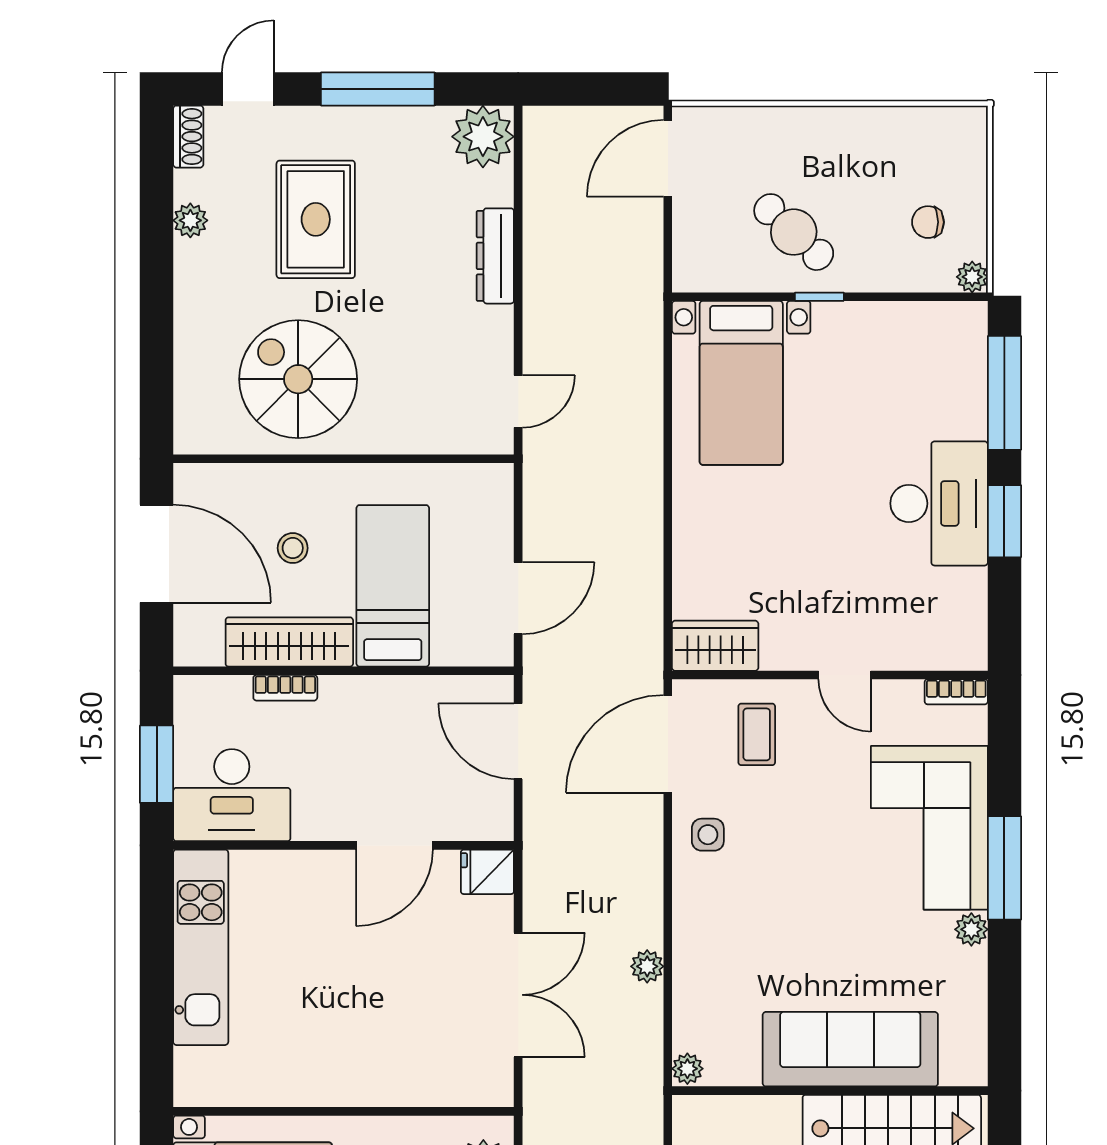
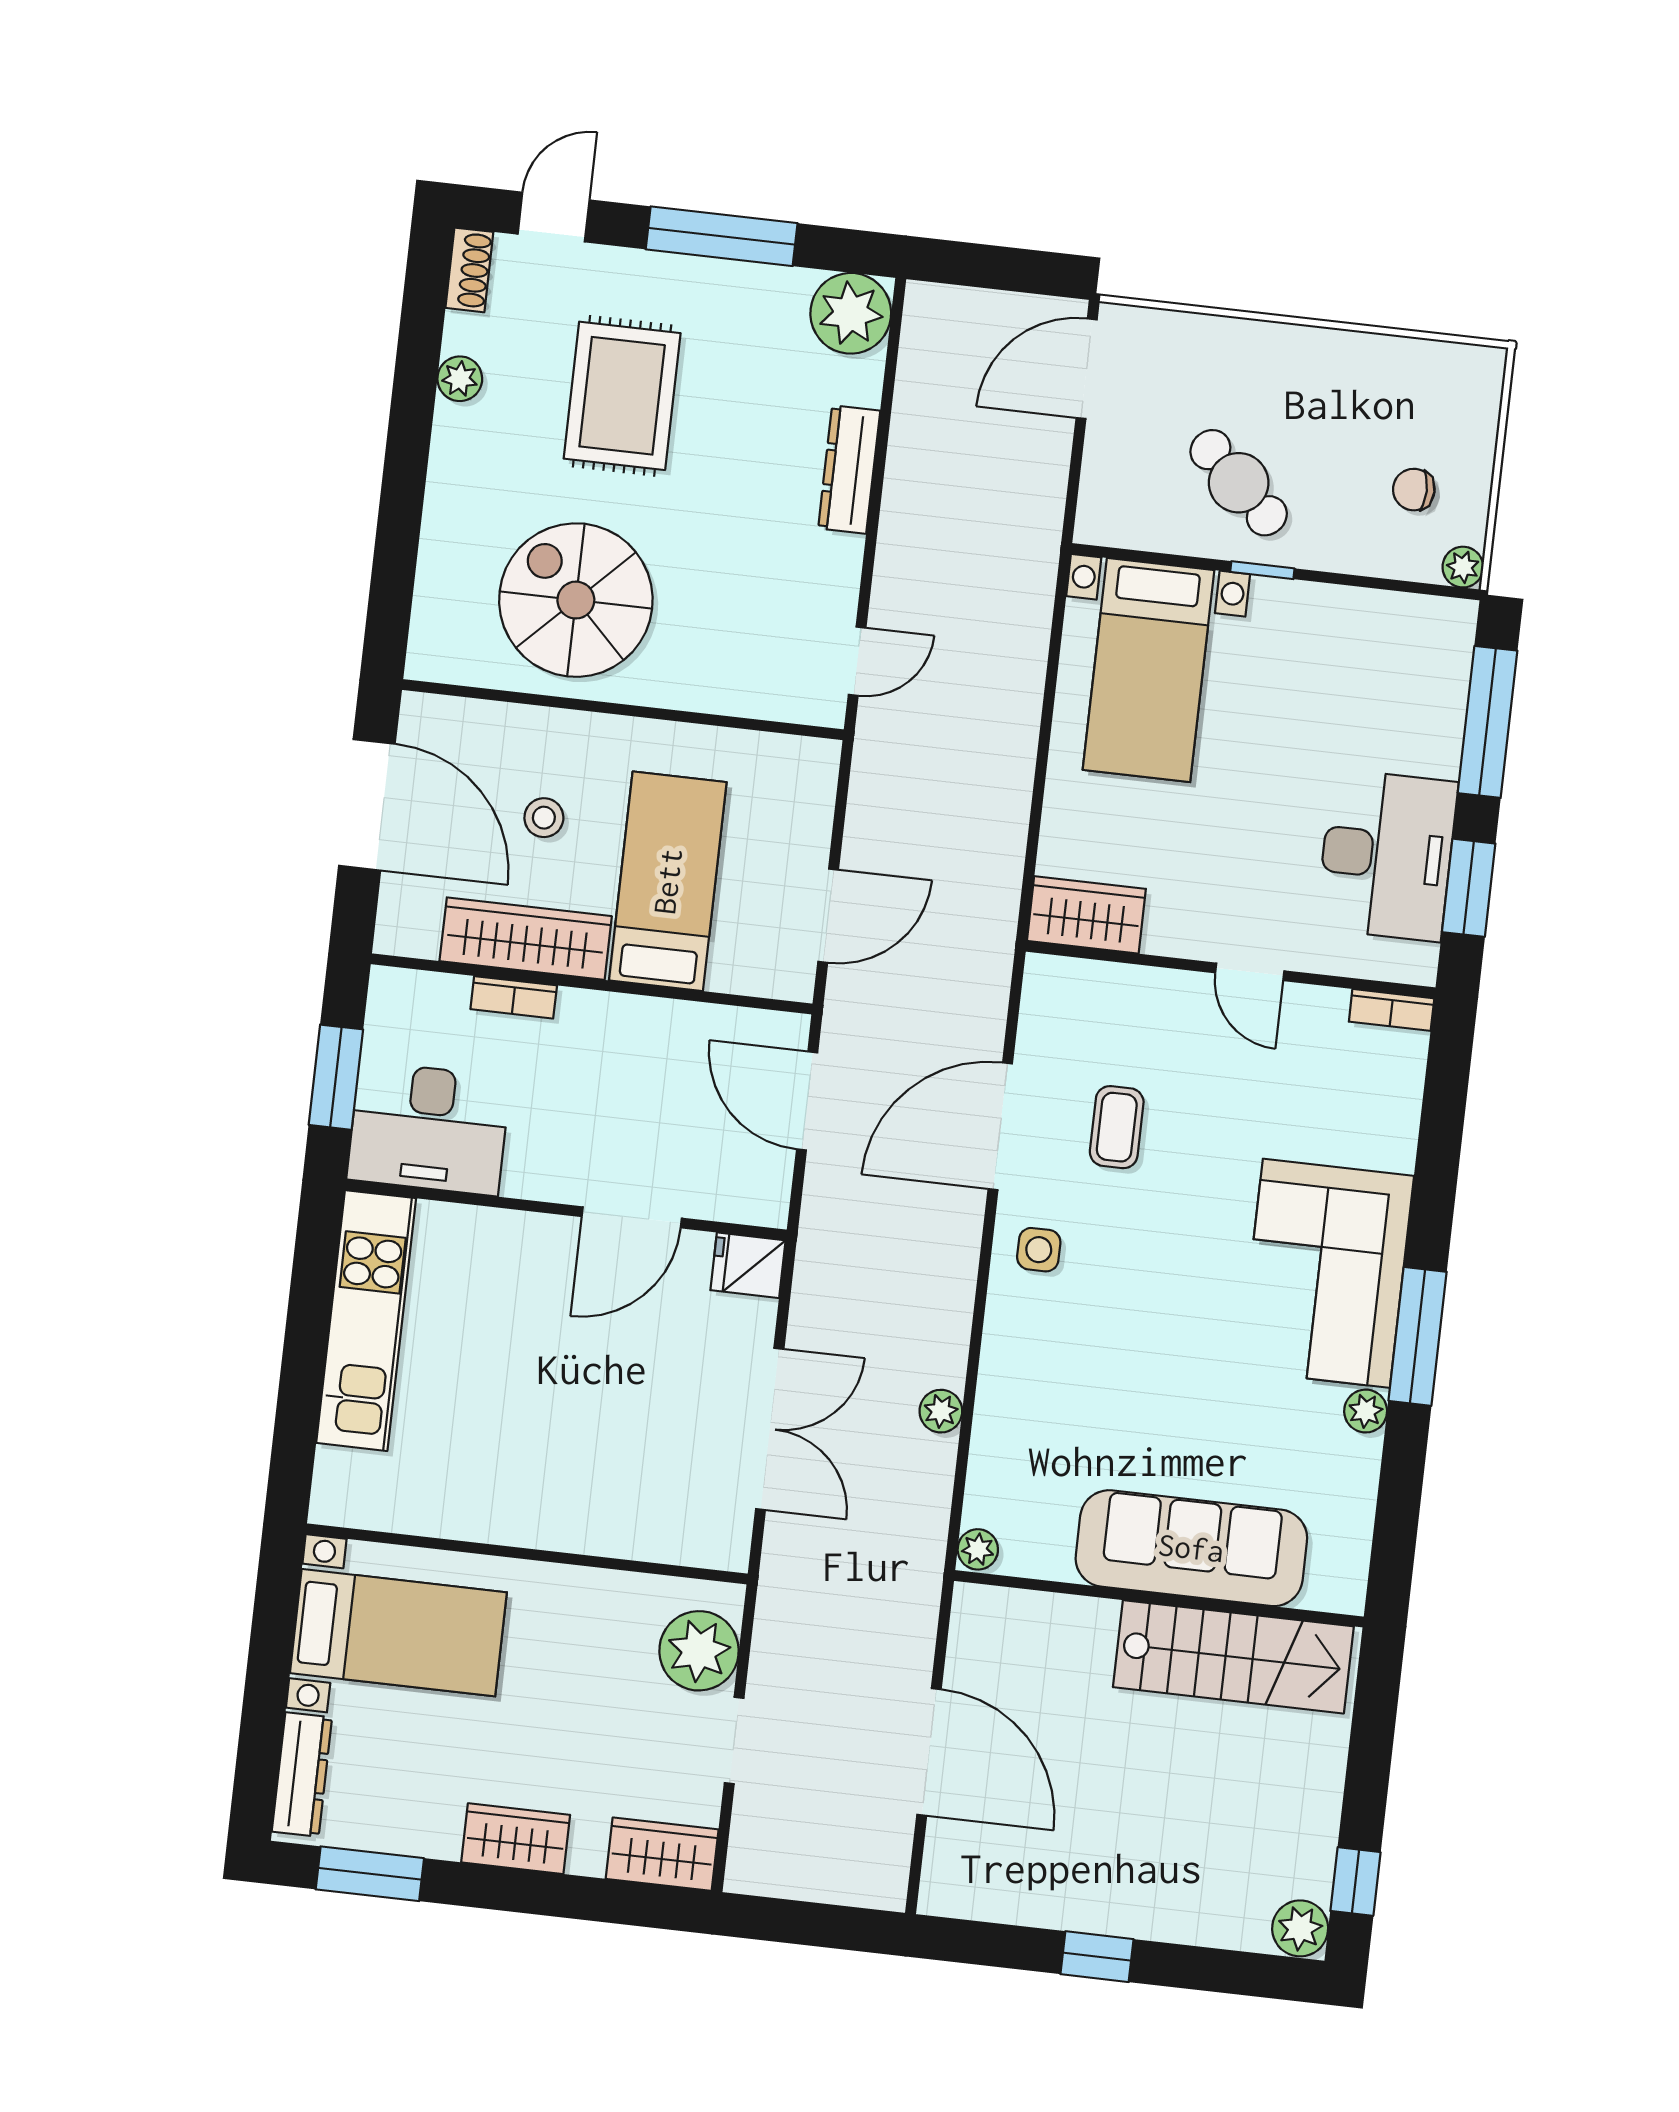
wardrobe: (715, 646) -> (1086, 915), moved
wall: (830, 675) -> (1231, 970), moved
door: (845, 675) -> (1250, 972), moved
bookcase: (956, 692) -> (1392, 1010), moved

